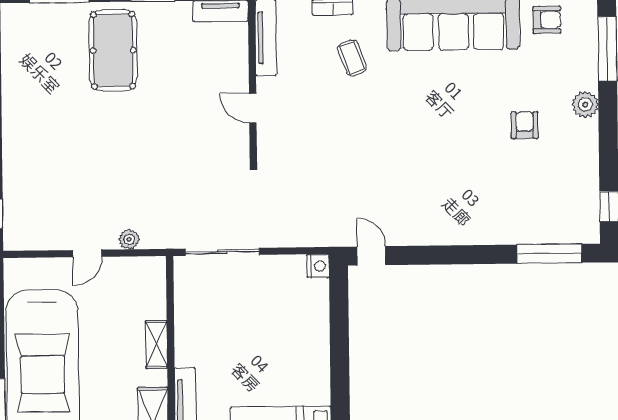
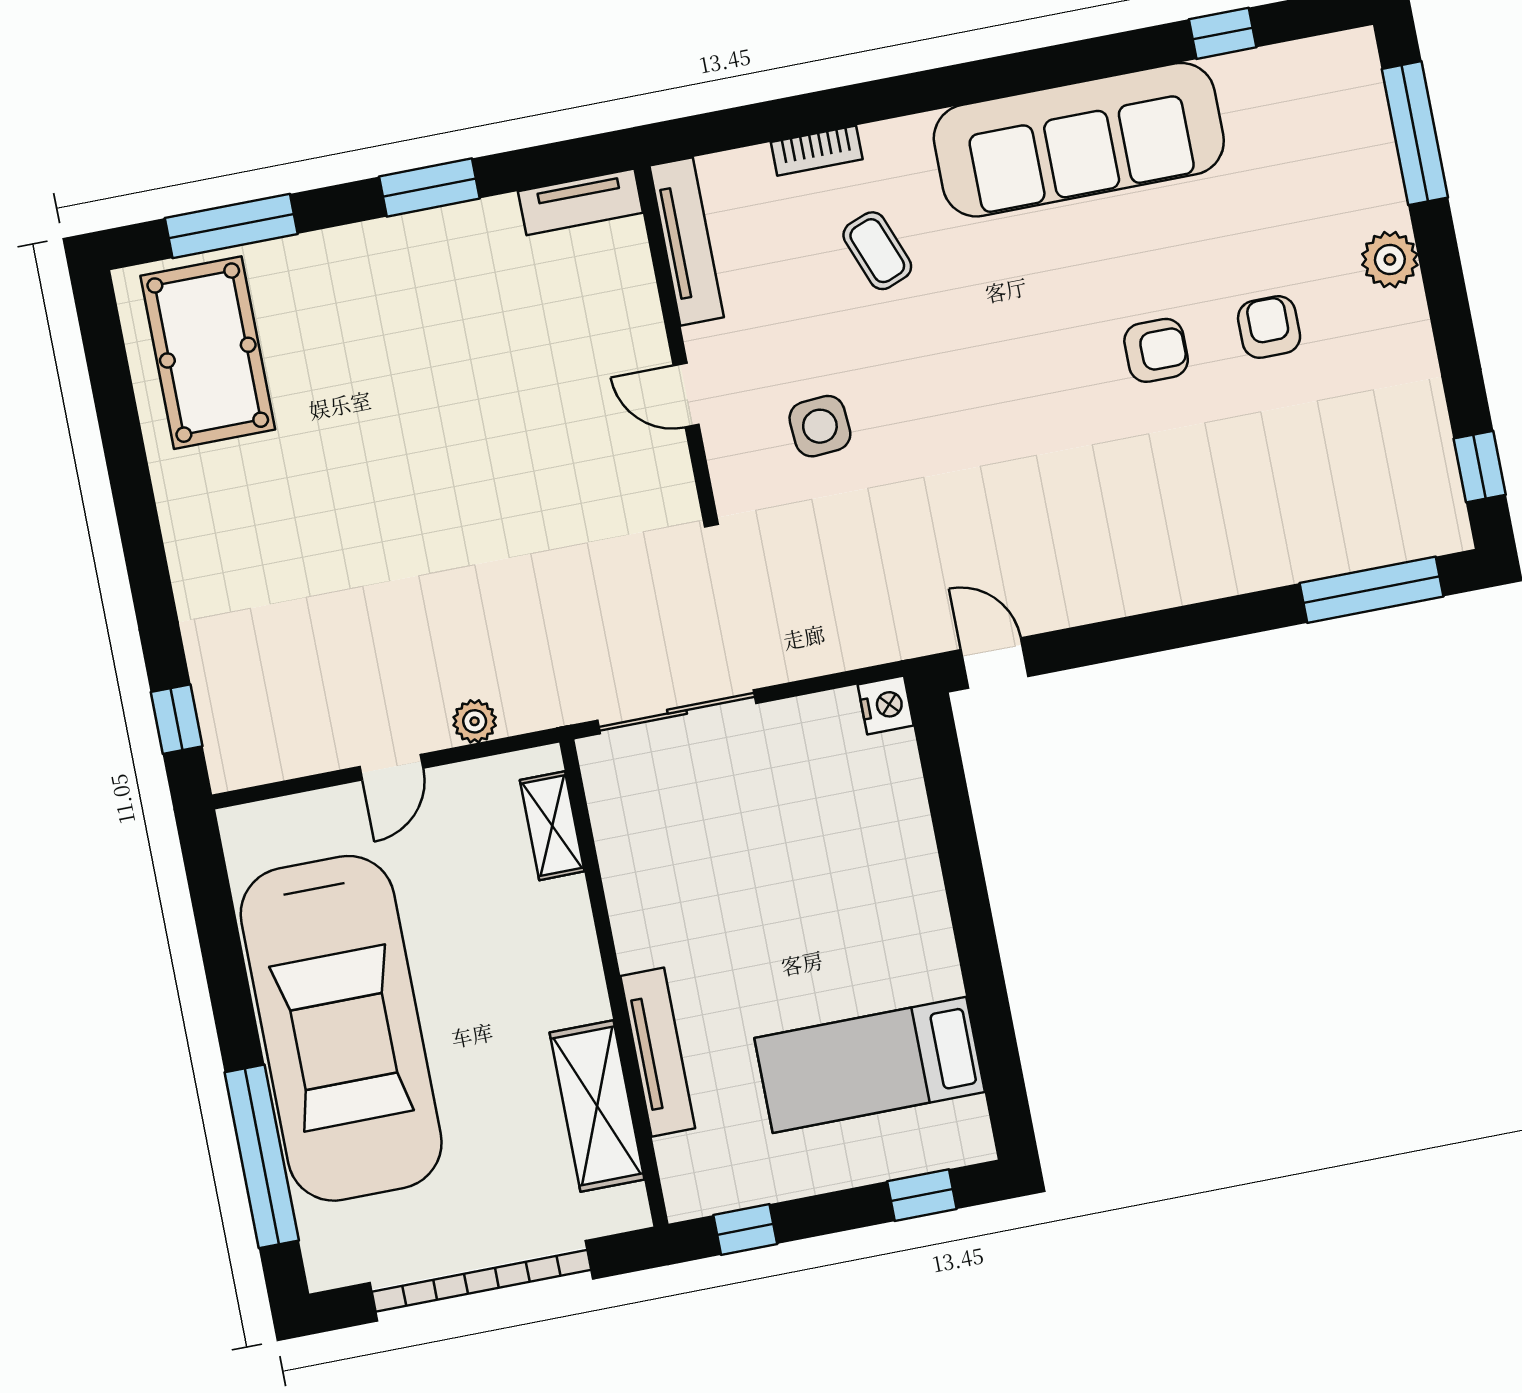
armchair: (547, 20) -> (1156, 350), moved
pool table: (113, 50) -> (208, 353), moved
side table: (311, 133) -> (820, 426), added
shelving: (156, 345) -> (552, 826), moved

